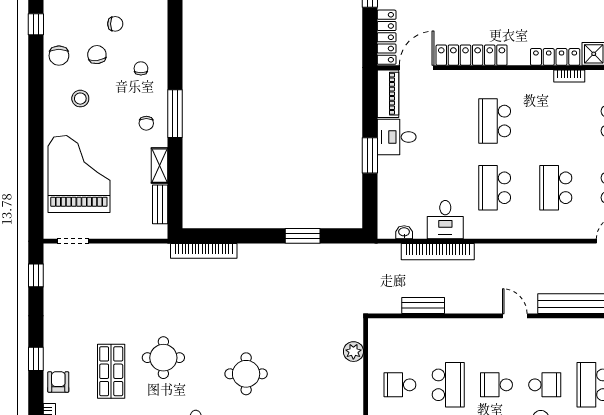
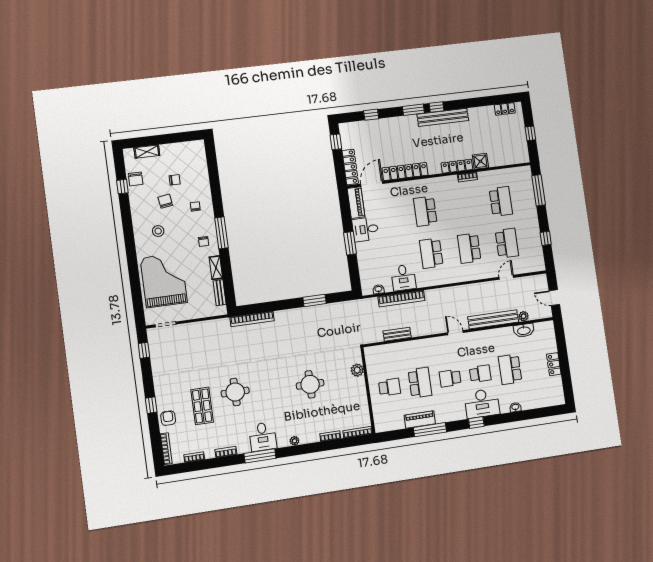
chair: (59, 56) -> (136, 179), moved
round table: (246, 374) -> (310, 384), moved
school desk: (400, 385) -> (390, 387), turned 180

